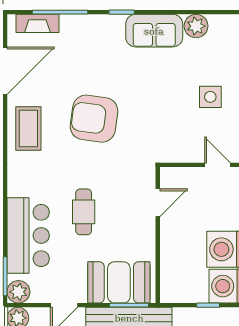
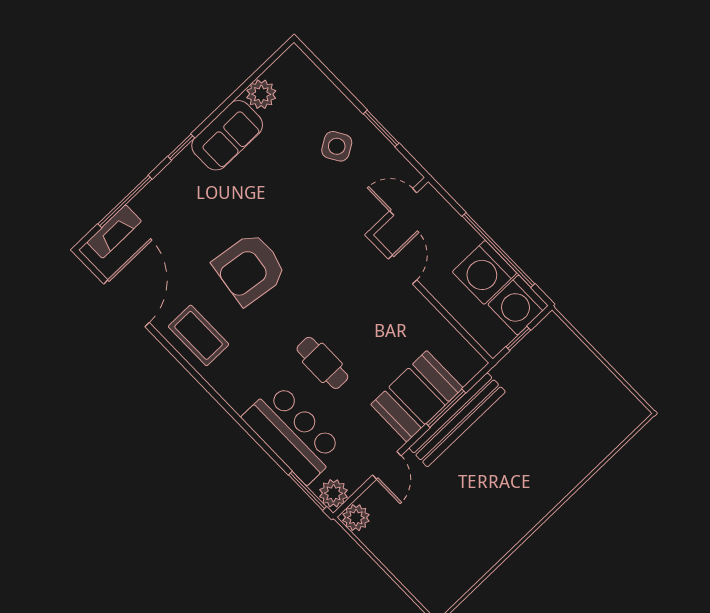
side table: (210, 97) -> (337, 146), turned -31
door: (158, 203) -> (403, 270), moved
wall: (158, 235) -> (431, 299), moved

